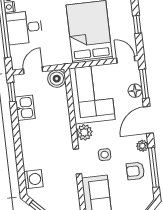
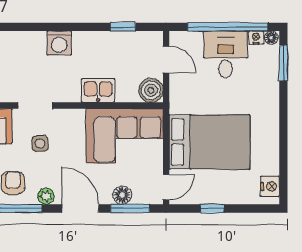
window: (12, 92) -> (123, 27), moved
kitchen sink: (25, 108) -> (98, 91), moved, turned 180
plant: (84, 132) -> (73, 120), removed
washing machine: (34, 179) -> (59, 43), moved

